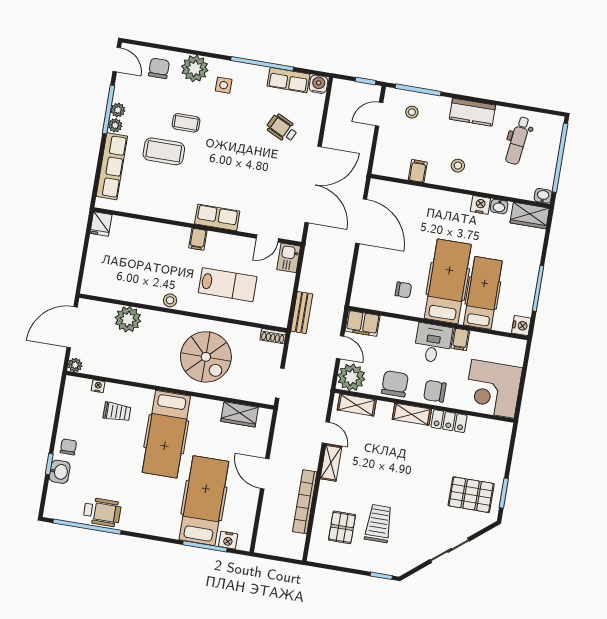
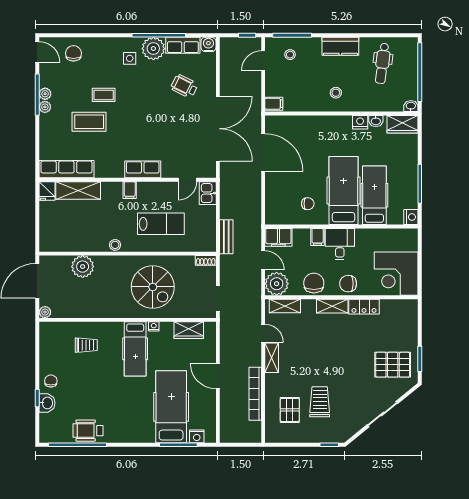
plant: (195, 68) -> (153, 49), moved
row of seats: (112, 166) -> (66, 169), moved, turned -90
filing cabinet: (418, 171) -> (274, 104), moved, turned 90
shelving: (138, 229) -> (78, 190), added
filing cabinet: (460, 339) -> (318, 237), moved
nightstand: (98, 386) -> (154, 326), moved
hospital bed: (166, 434) -> (135, 349), width x0.73, depth x0.78
wheelchair: (102, 512) -> (88, 431), turned 180

